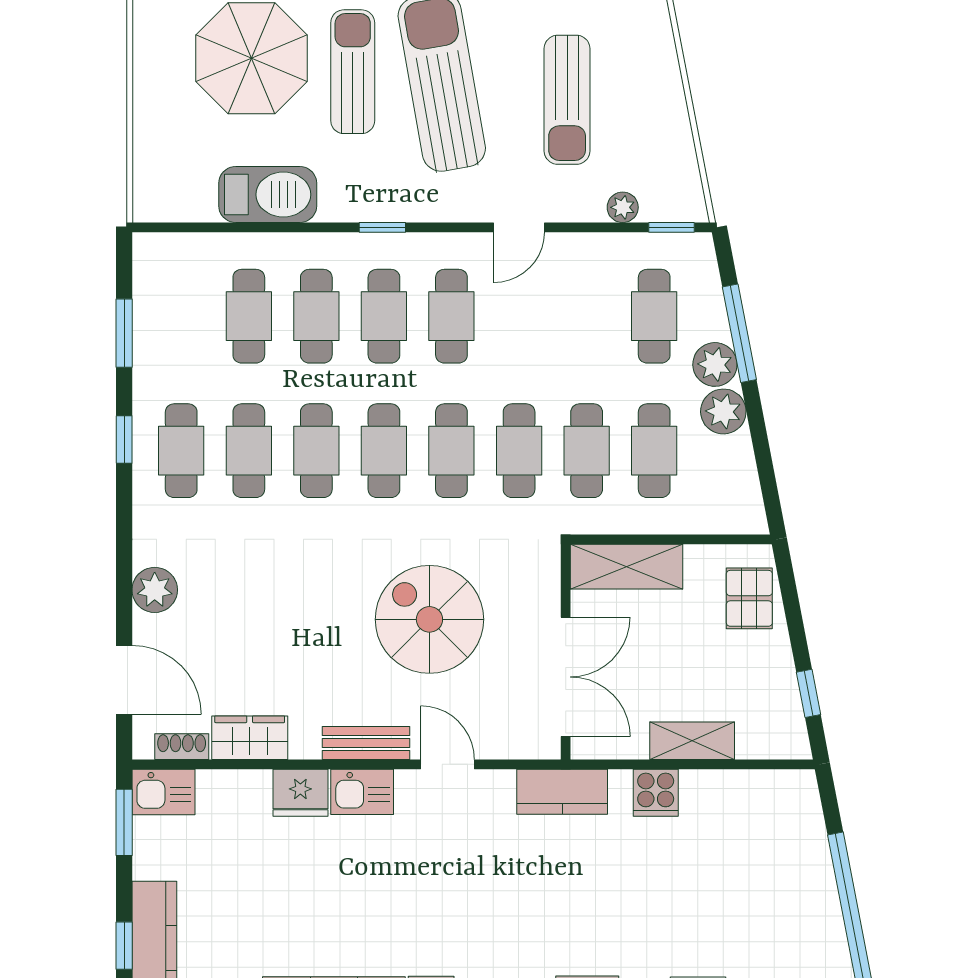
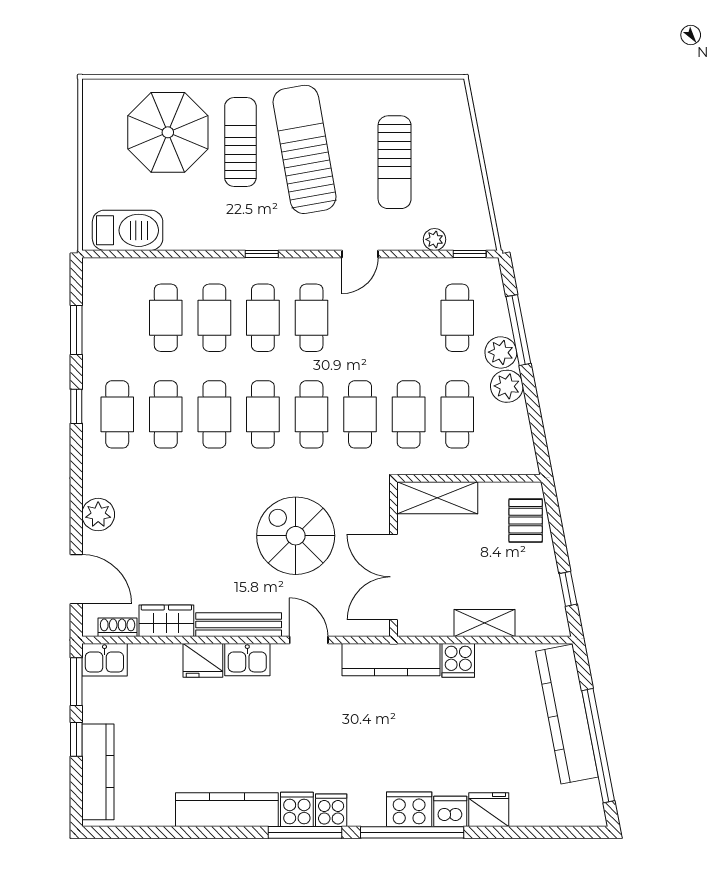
barbecue: (268, 195) -> (128, 230), moved
double door: (566, 677) -> (394, 577), swing flipped
bench: (366, 743) -> (239, 625), width x1.36
kitchen counter: (562, 792) -> (391, 660), width x1.50
kitchen counter: (807, 868) -> (567, 714), added
window: (124, 946) -> (76, 739), moved

